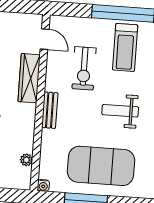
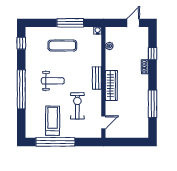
door: (45, 39) -> (103, 122), swing flipped
wardrobe: (29, 78) -> (111, 85), moved
exercise mat: (101, 166) -> (62, 45), width x0.50, depth x0.69

